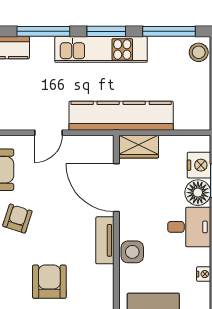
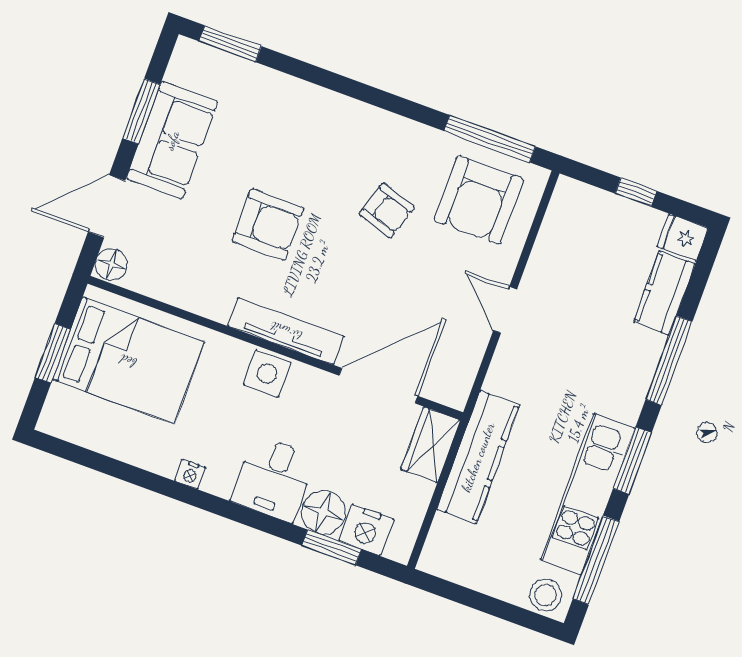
kitchen unit: (101, 49) -> (588, 494), moved
kitchen counter: (121, 116) -> (478, 457), width x0.72, depth x0.86
tv unit: (105, 240) -> (286, 331), width x1.41

